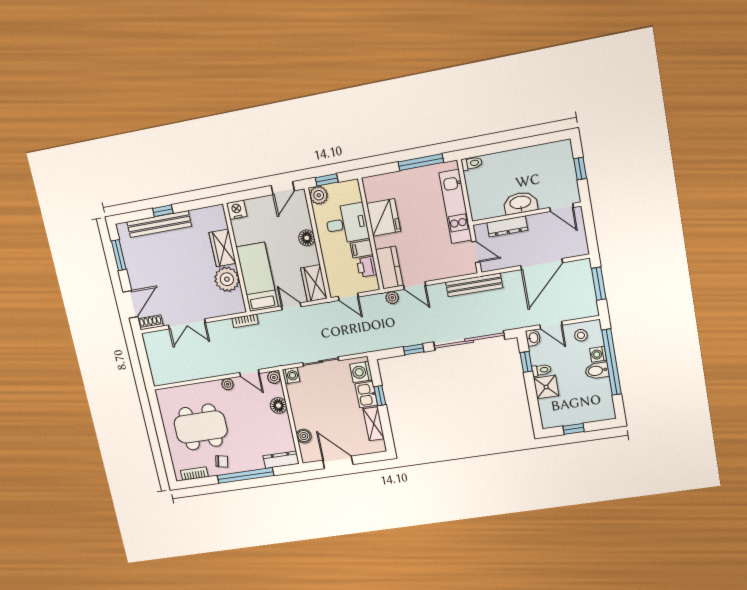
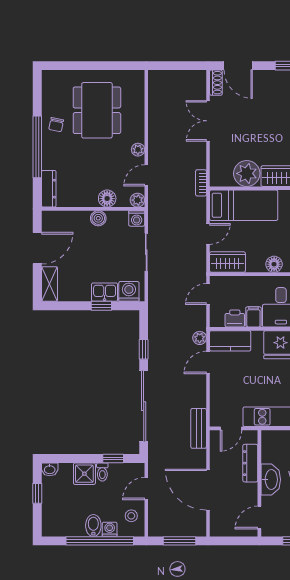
bench: (474, 285) -> (199, 428), width x0.73
washbasin: (533, 338) -> (50, 469), moved
shelving: (374, 424) -> (49, 284), moved, turned 90
boiler: (304, 436) -> (98, 218), moved
bookcase: (194, 474) -> (47, 92), removed

